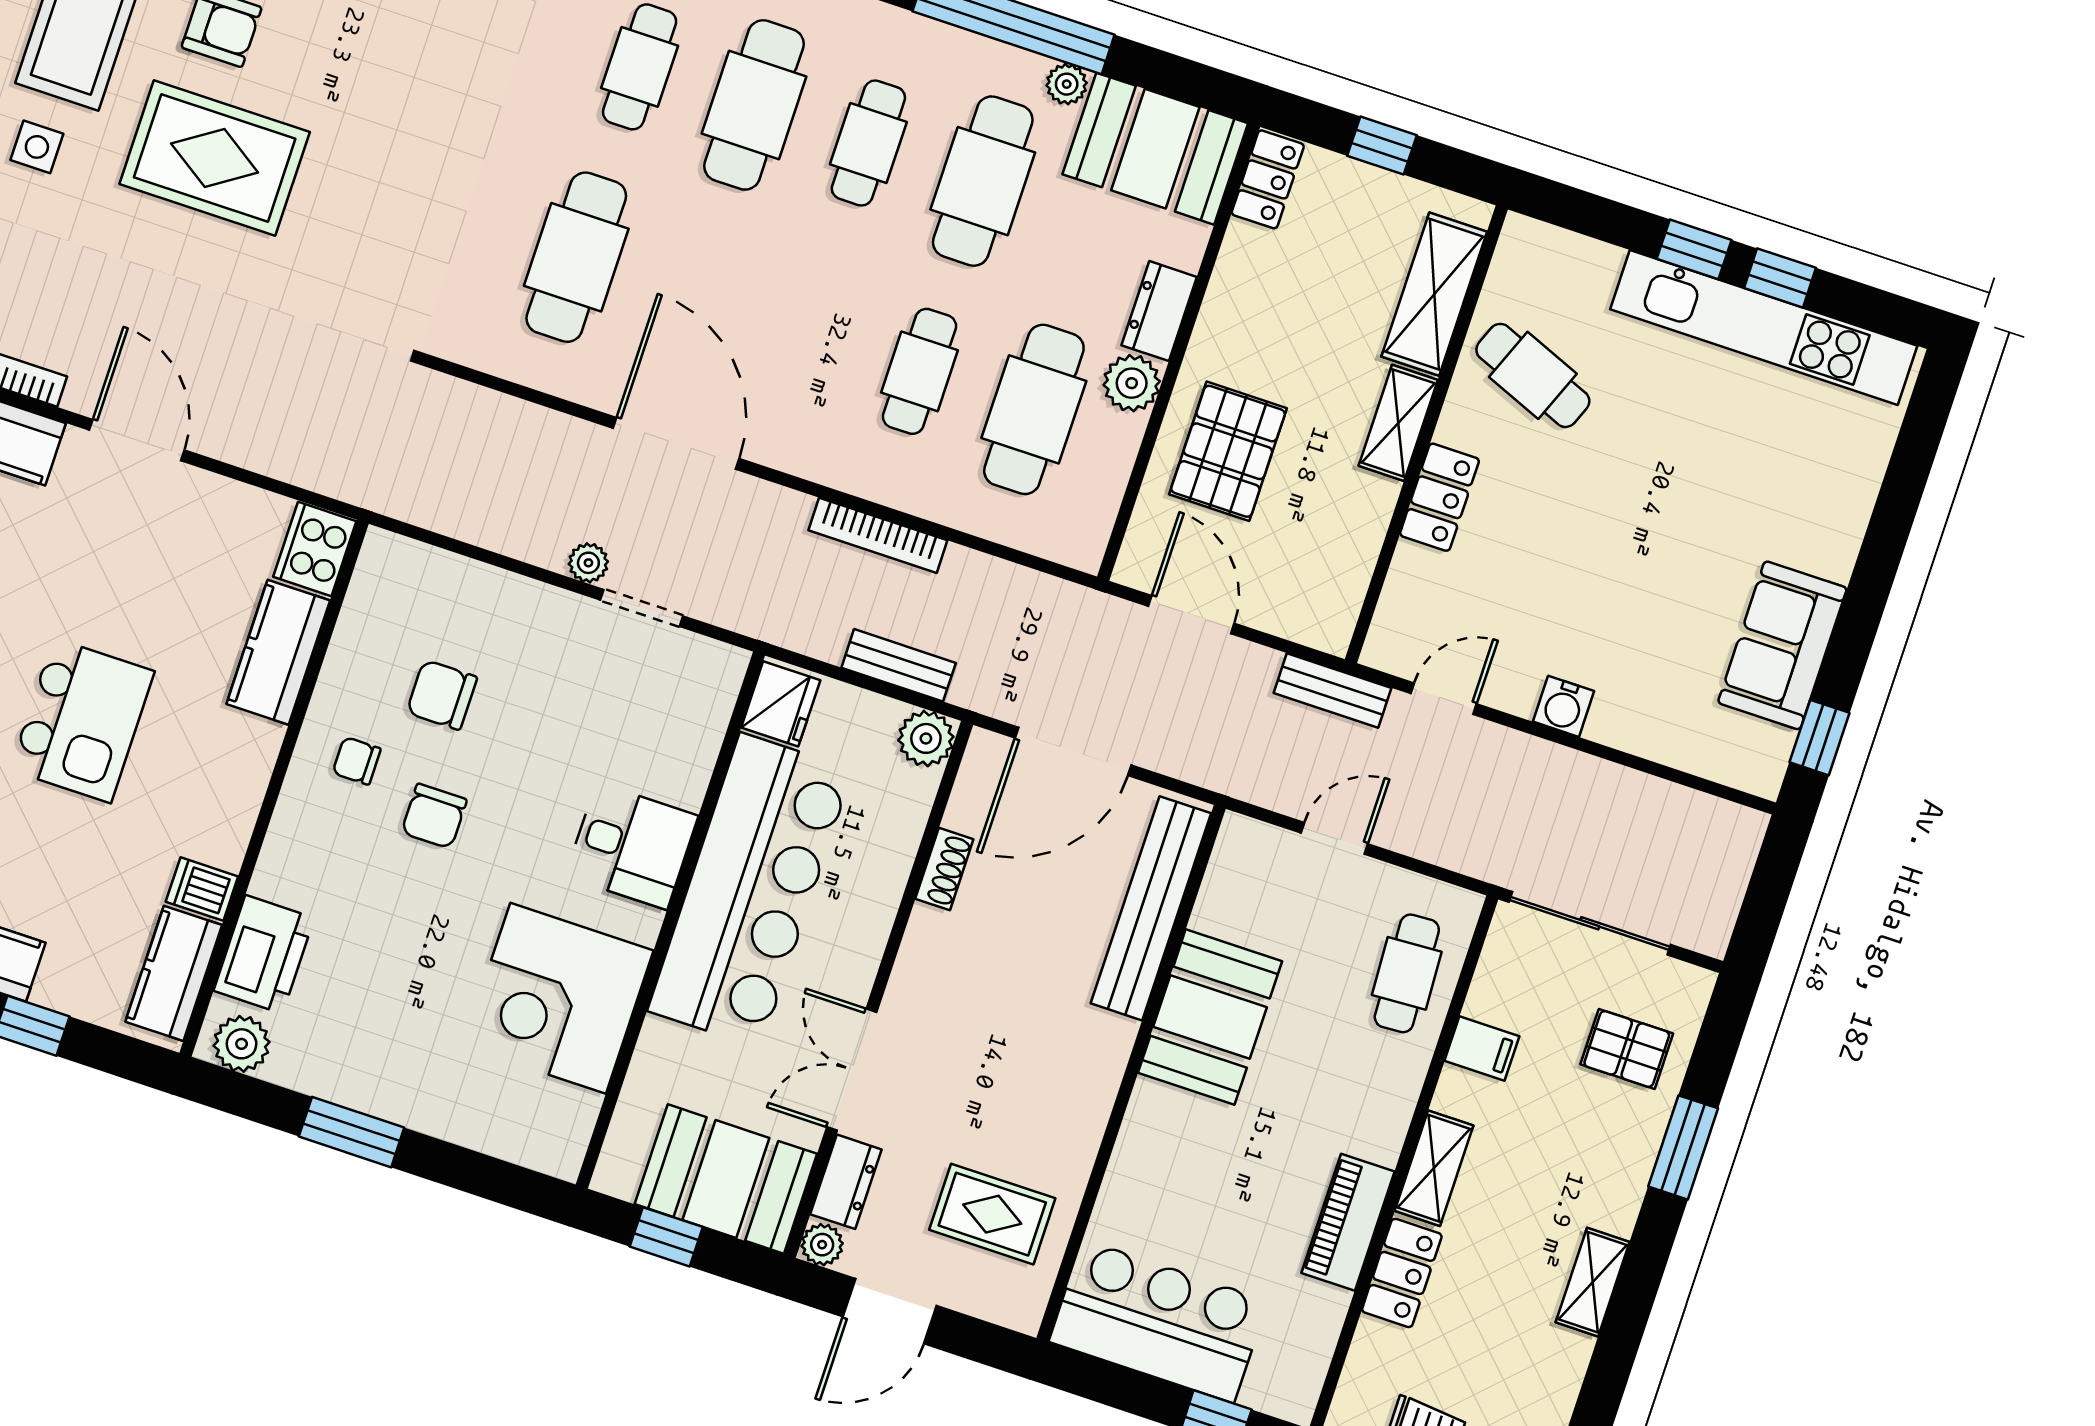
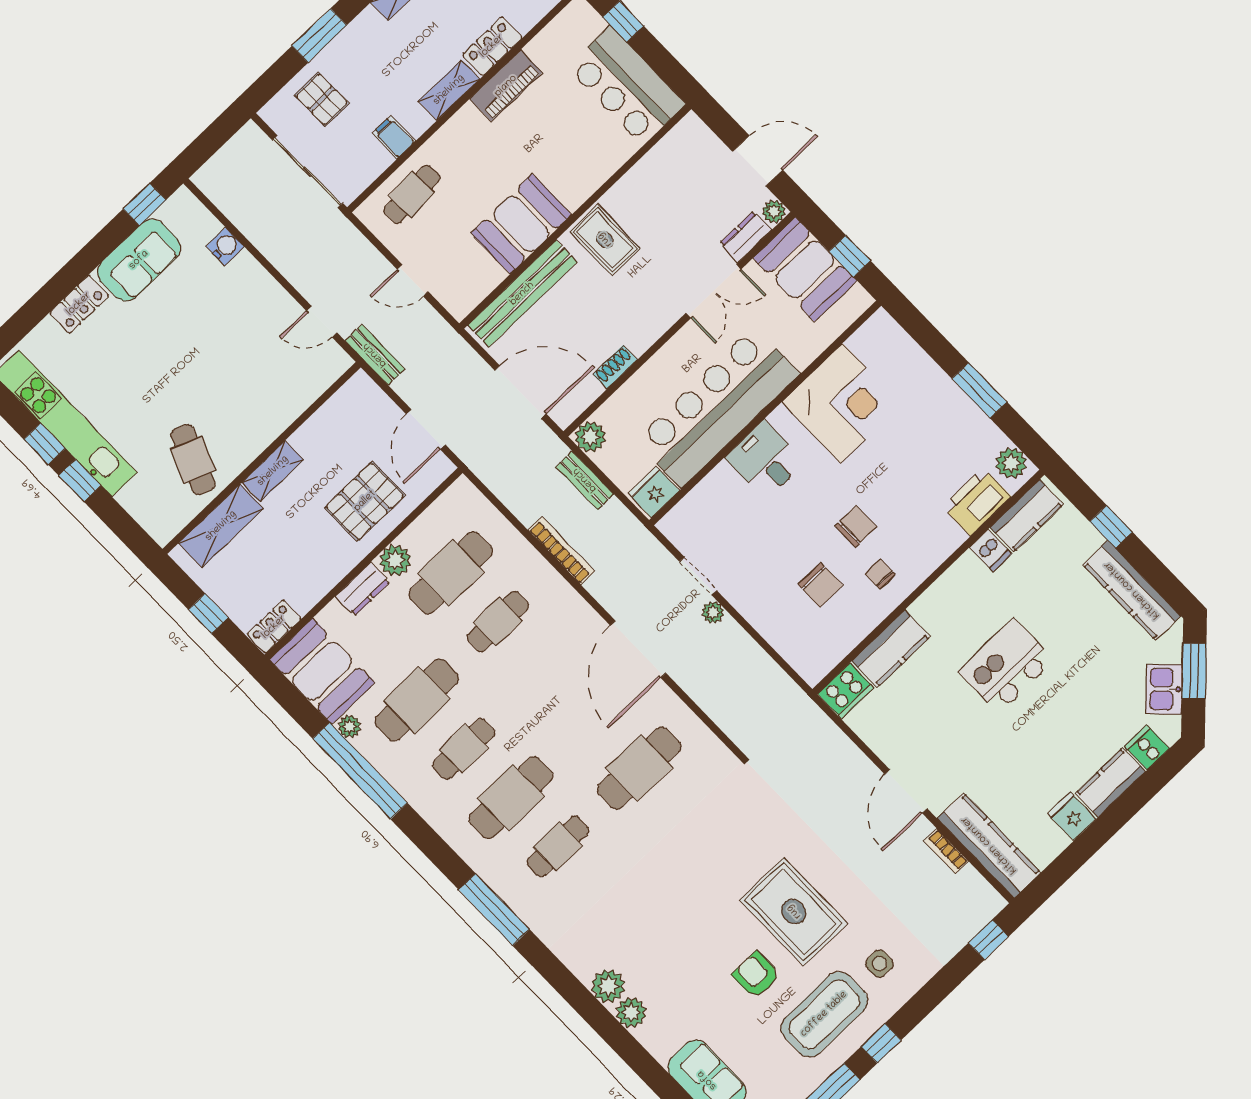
locker: (1439, 497) -> (79, 304), moved, turned 180
water cooler: (1563, 706) -> (225, 246), moved
chair: (357, 761) -> (880, 574), turned 180
rug: (992, 1214) -> (605, 240), moved

